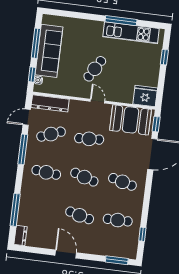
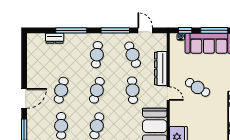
door: (97, 101) -> (168, 94), hinge flipped
dresser: (50, 103) -> (161, 68), moved
window: (15, 210) -> (71, 30), moved
dresser: (21, 235) -> (55, 38), moved
door: (66, 254) -> (24, 98), moved

